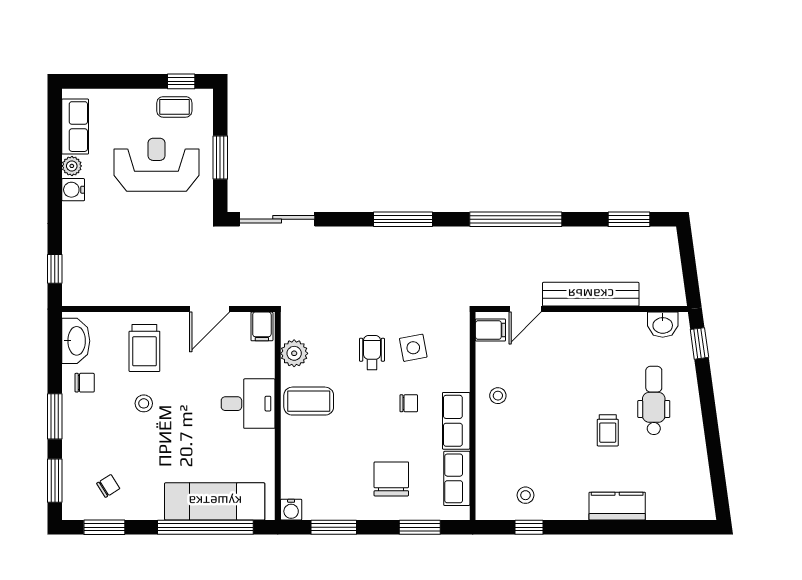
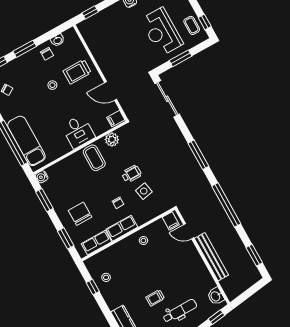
reception desk: (156, 165) -> (162, 32), turned 180
washbasin: (76, 341) -> (58, 40), width x0.52, depth x0.69
chair: (391, 479) -> (80, 214), turned -90

